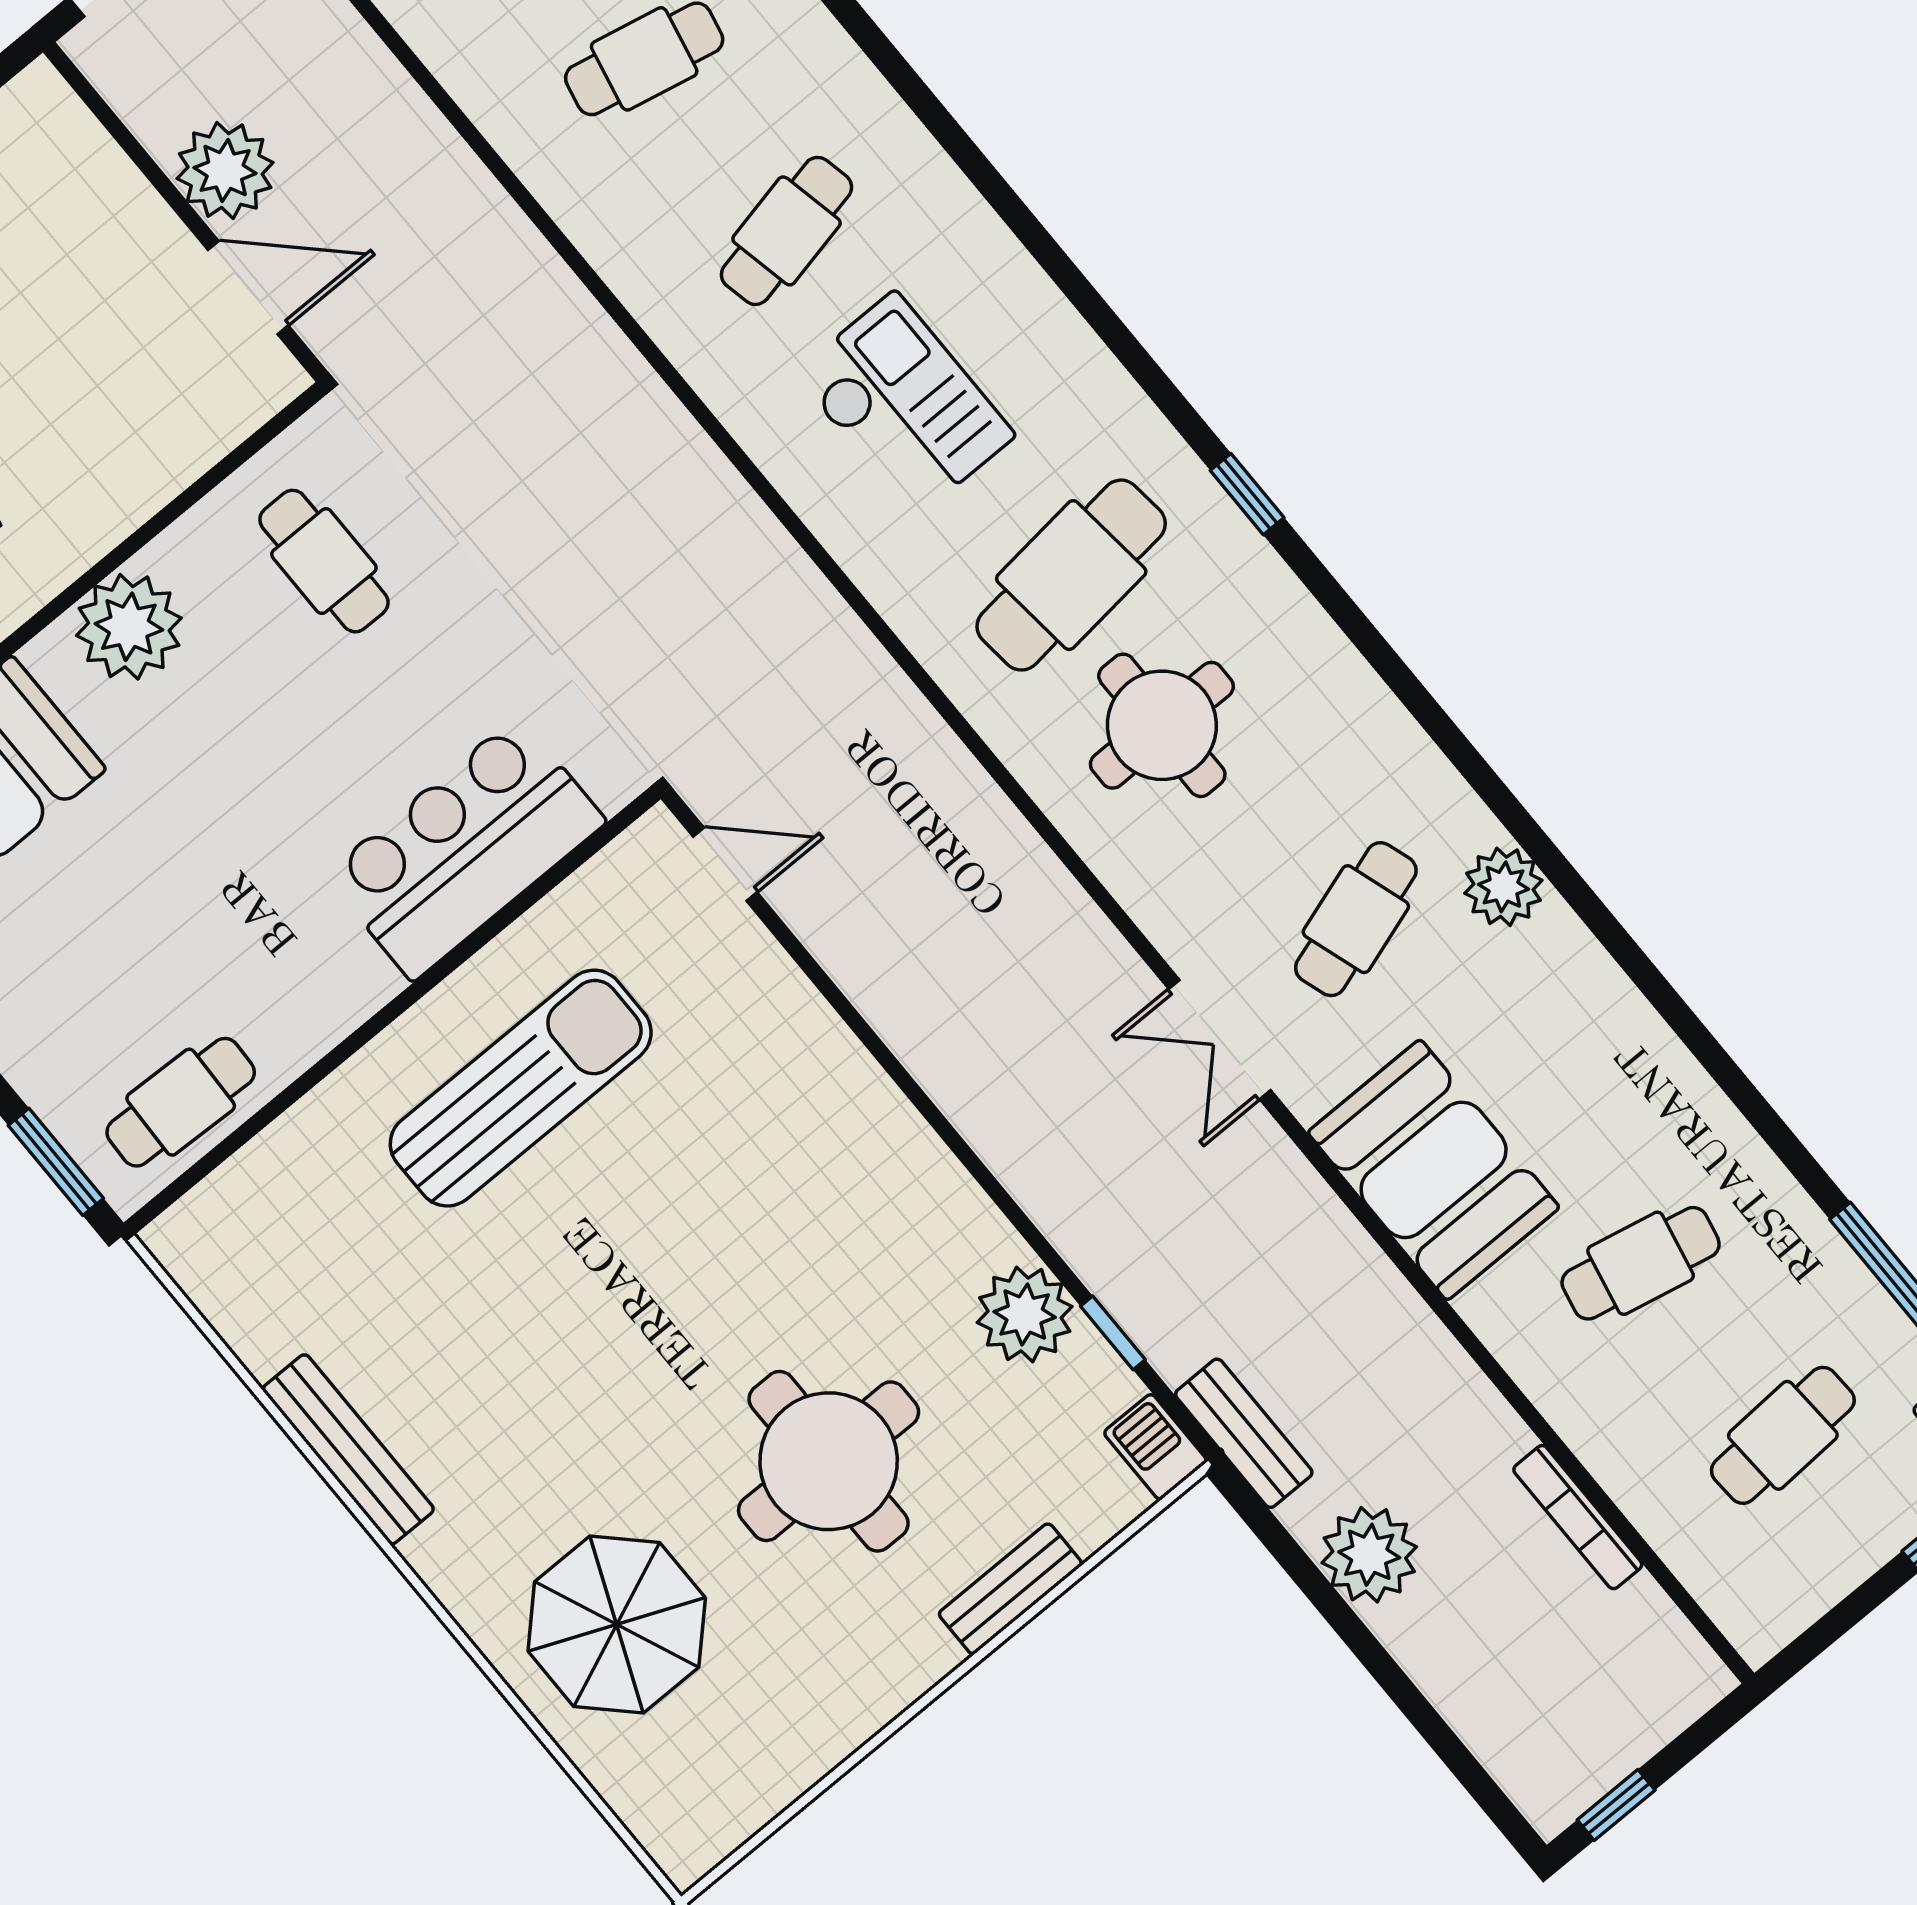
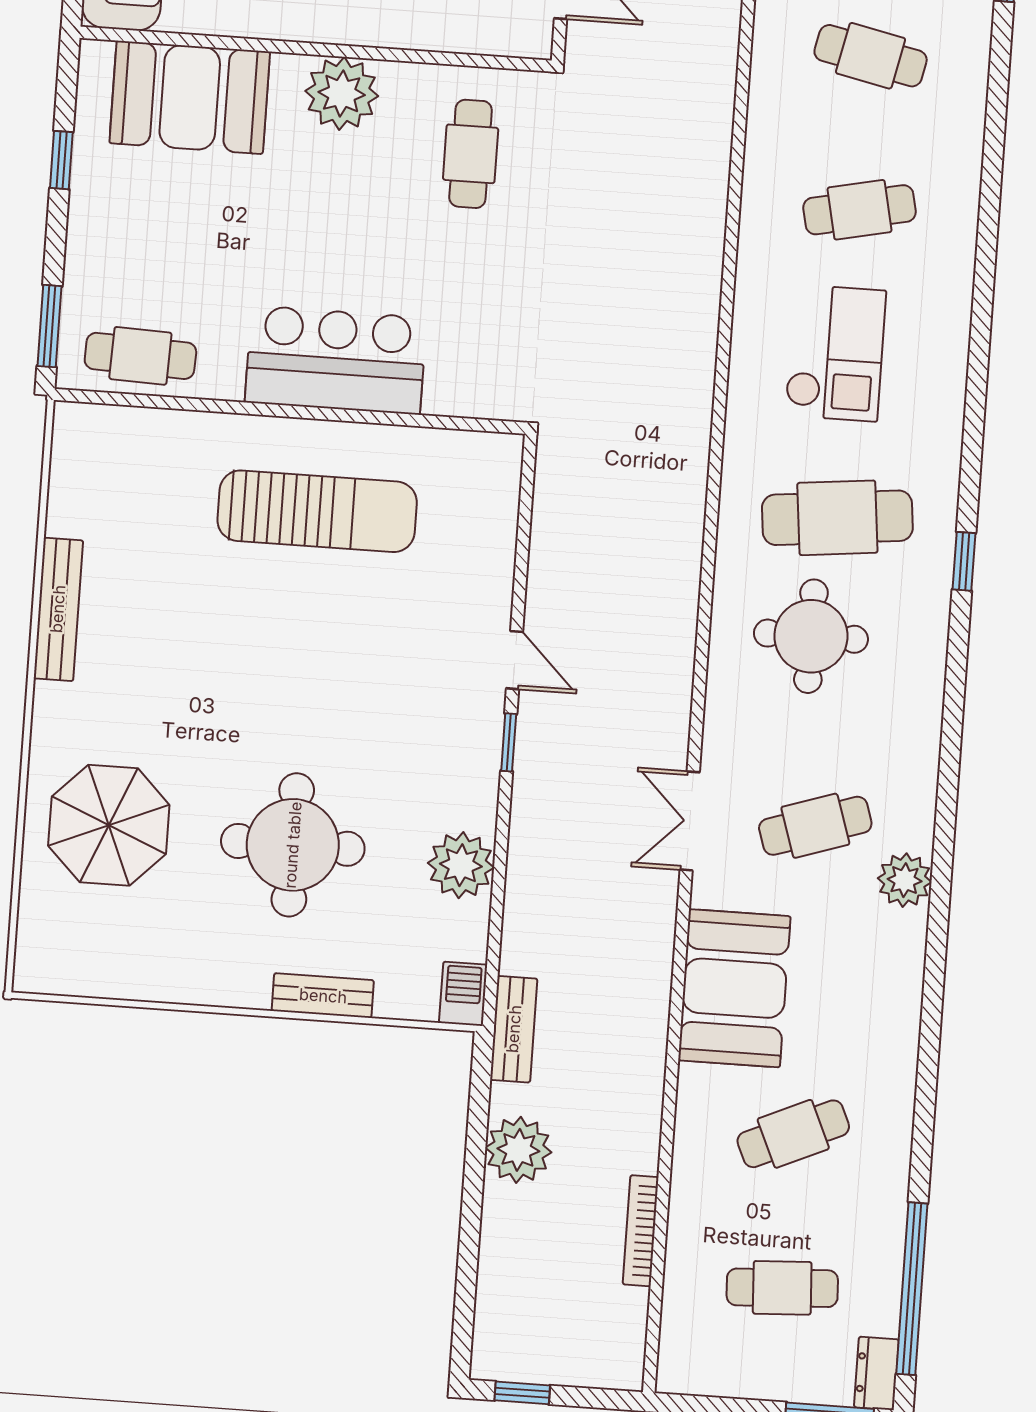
bar counter: (465, 848) -> (336, 360), moved
door: (725, 864) -> (515, 660), moved
cafe table: (1641, 1263) -> (793, 1134), turned -36
window: (1113, 1333) -> (509, 742), moved

